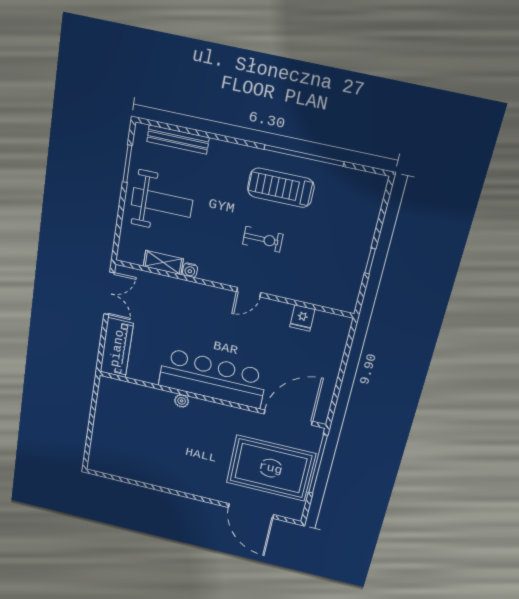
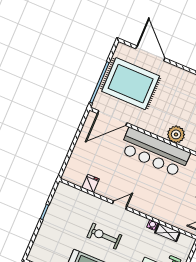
exercise bike: (263, 239) -> (104, 236), width x1.38, depth x1.39
plant: (182, 401) -> (176, 134), width x1.87, depth x1.87

